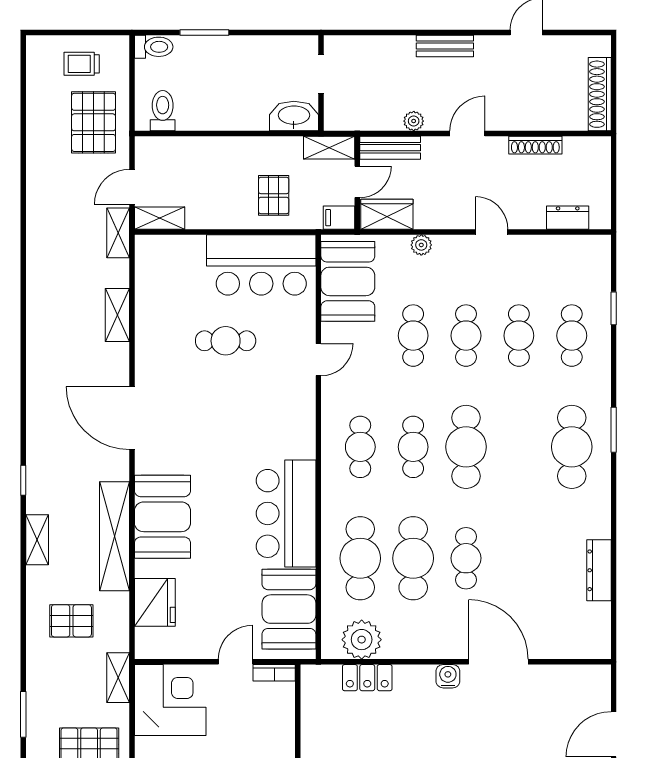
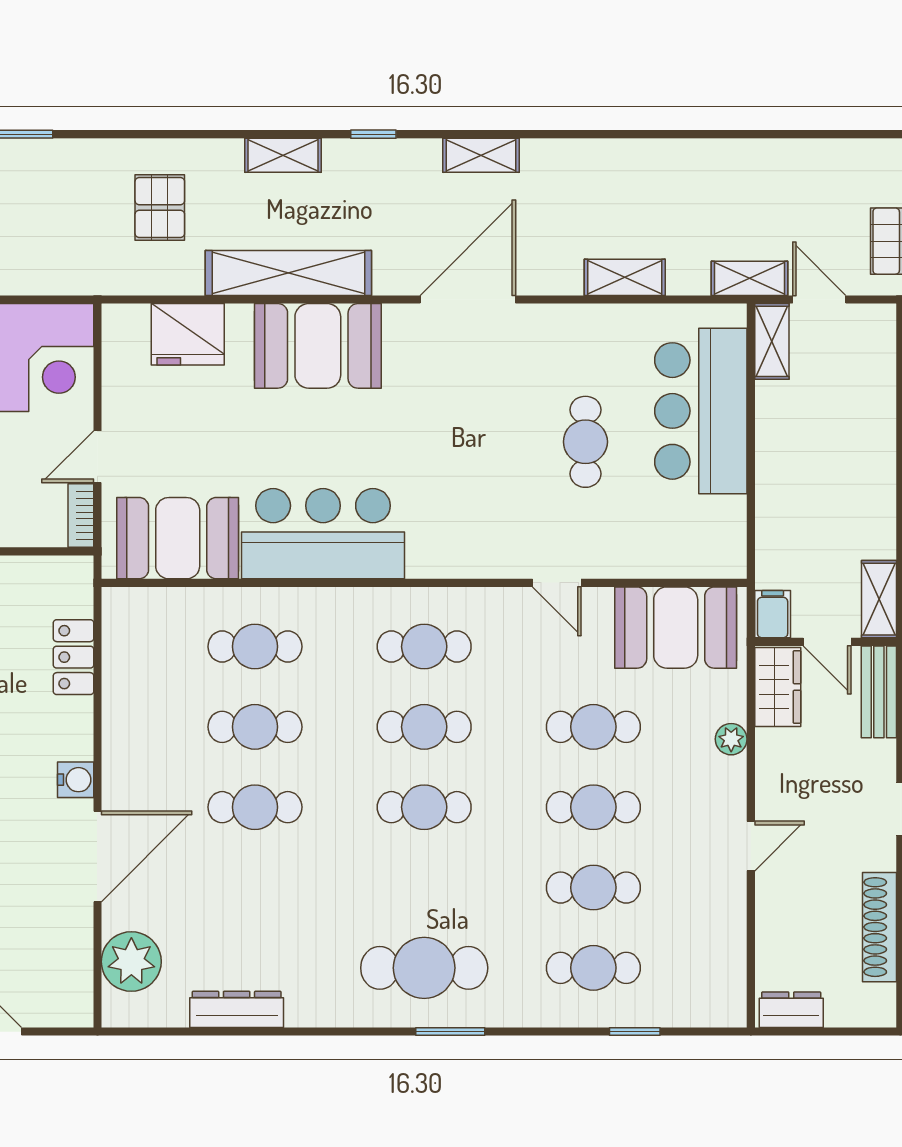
shoe rack: (535, 145) -> (880, 927), width x1.36, depth x1.24
pallet: (274, 195) -> (806, 515), removed
dresser: (568, 218) -> (791, 1010), moved, turned -90
bar counter: (261, 265) -> (701, 411), moved
cafe table: (466, 447) -> (424, 807), width x0.73, depth x0.74
cafe table: (360, 558) -> (255, 647), width x0.73, depth x0.74
cafe table: (413, 558) -> (255, 727), width x0.73, depth x0.74
plant: (362, 640) -> (131, 962), moved
door: (235, 662) -> (97, 457), swing flipped
shelving: (118, 678) -> (481, 155), moved

